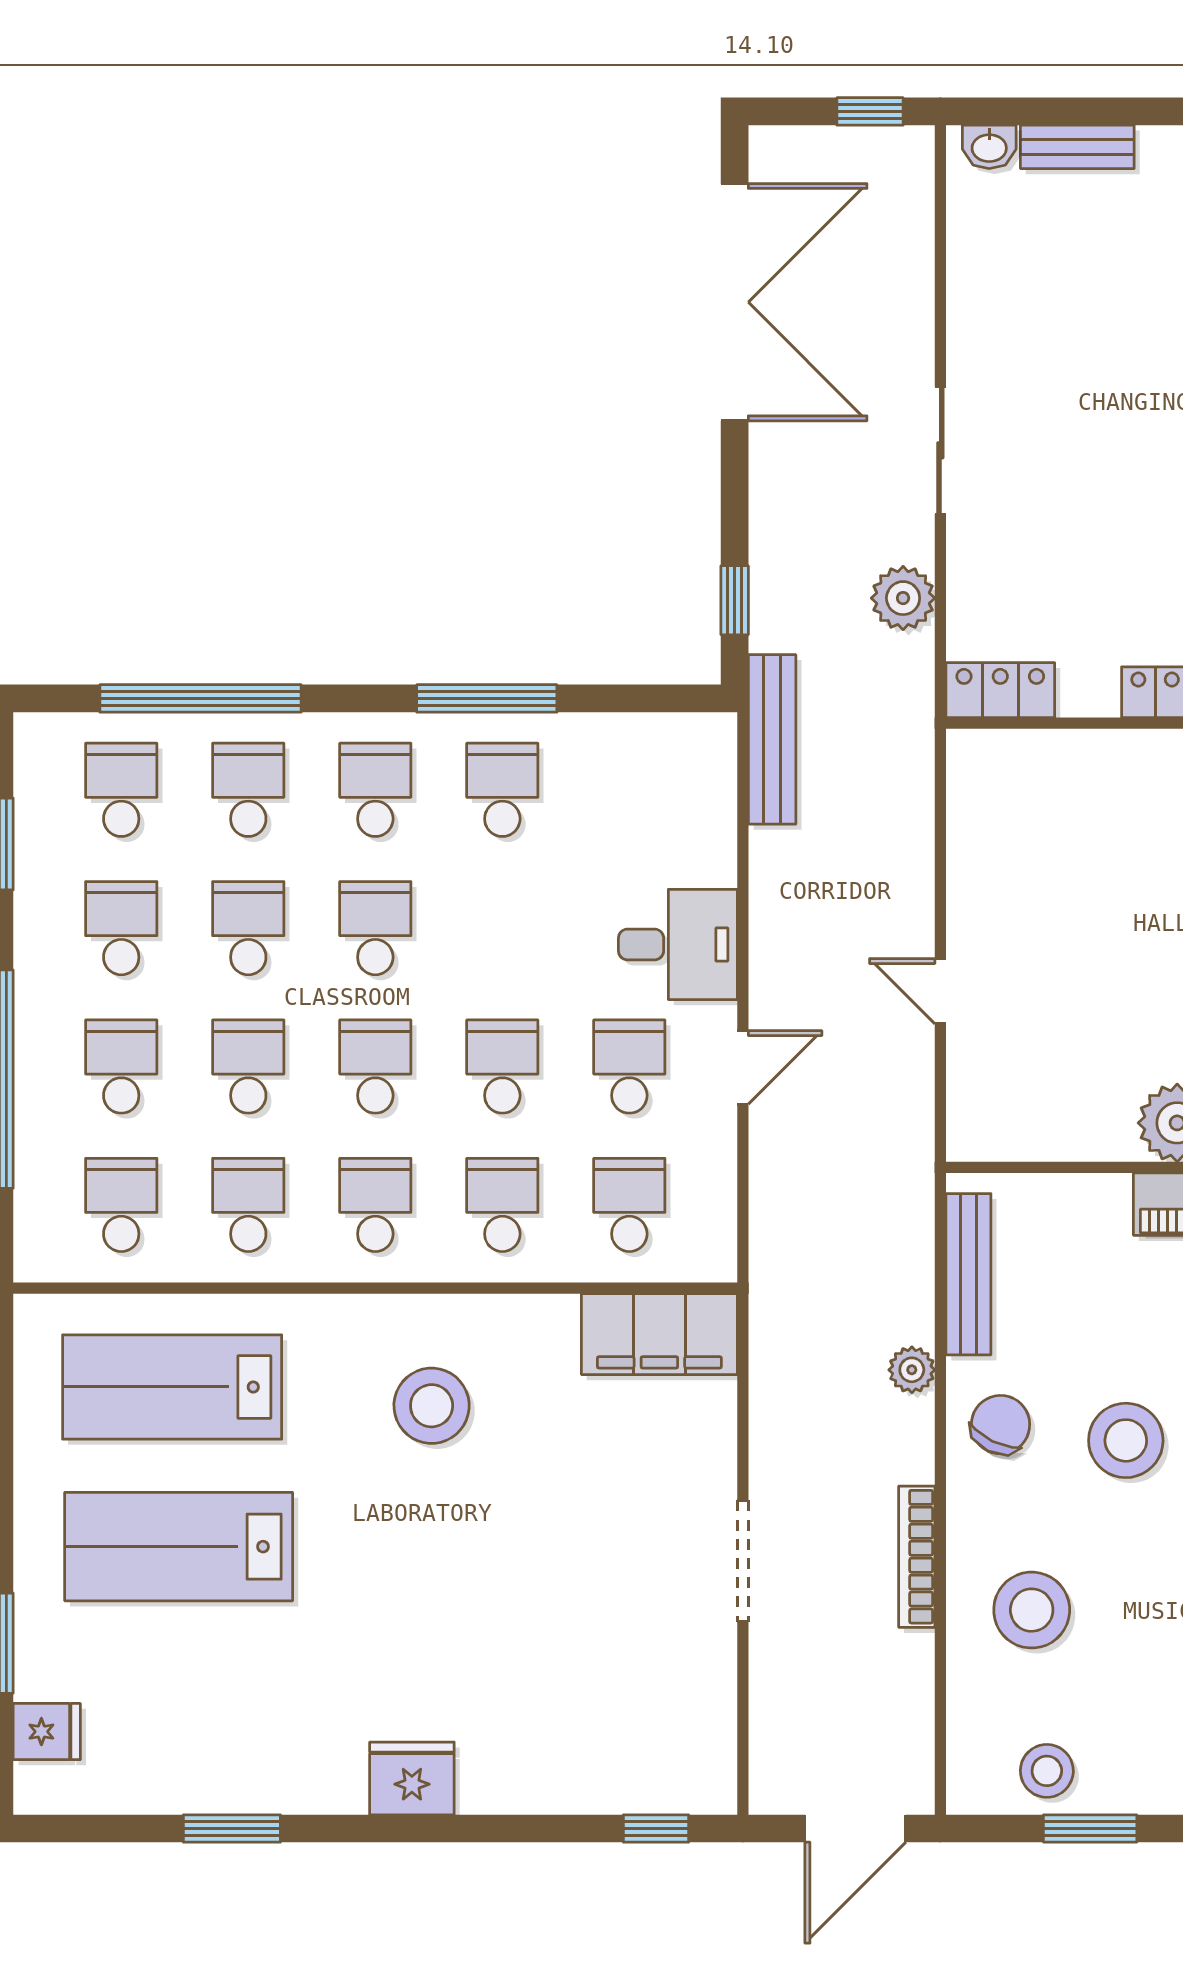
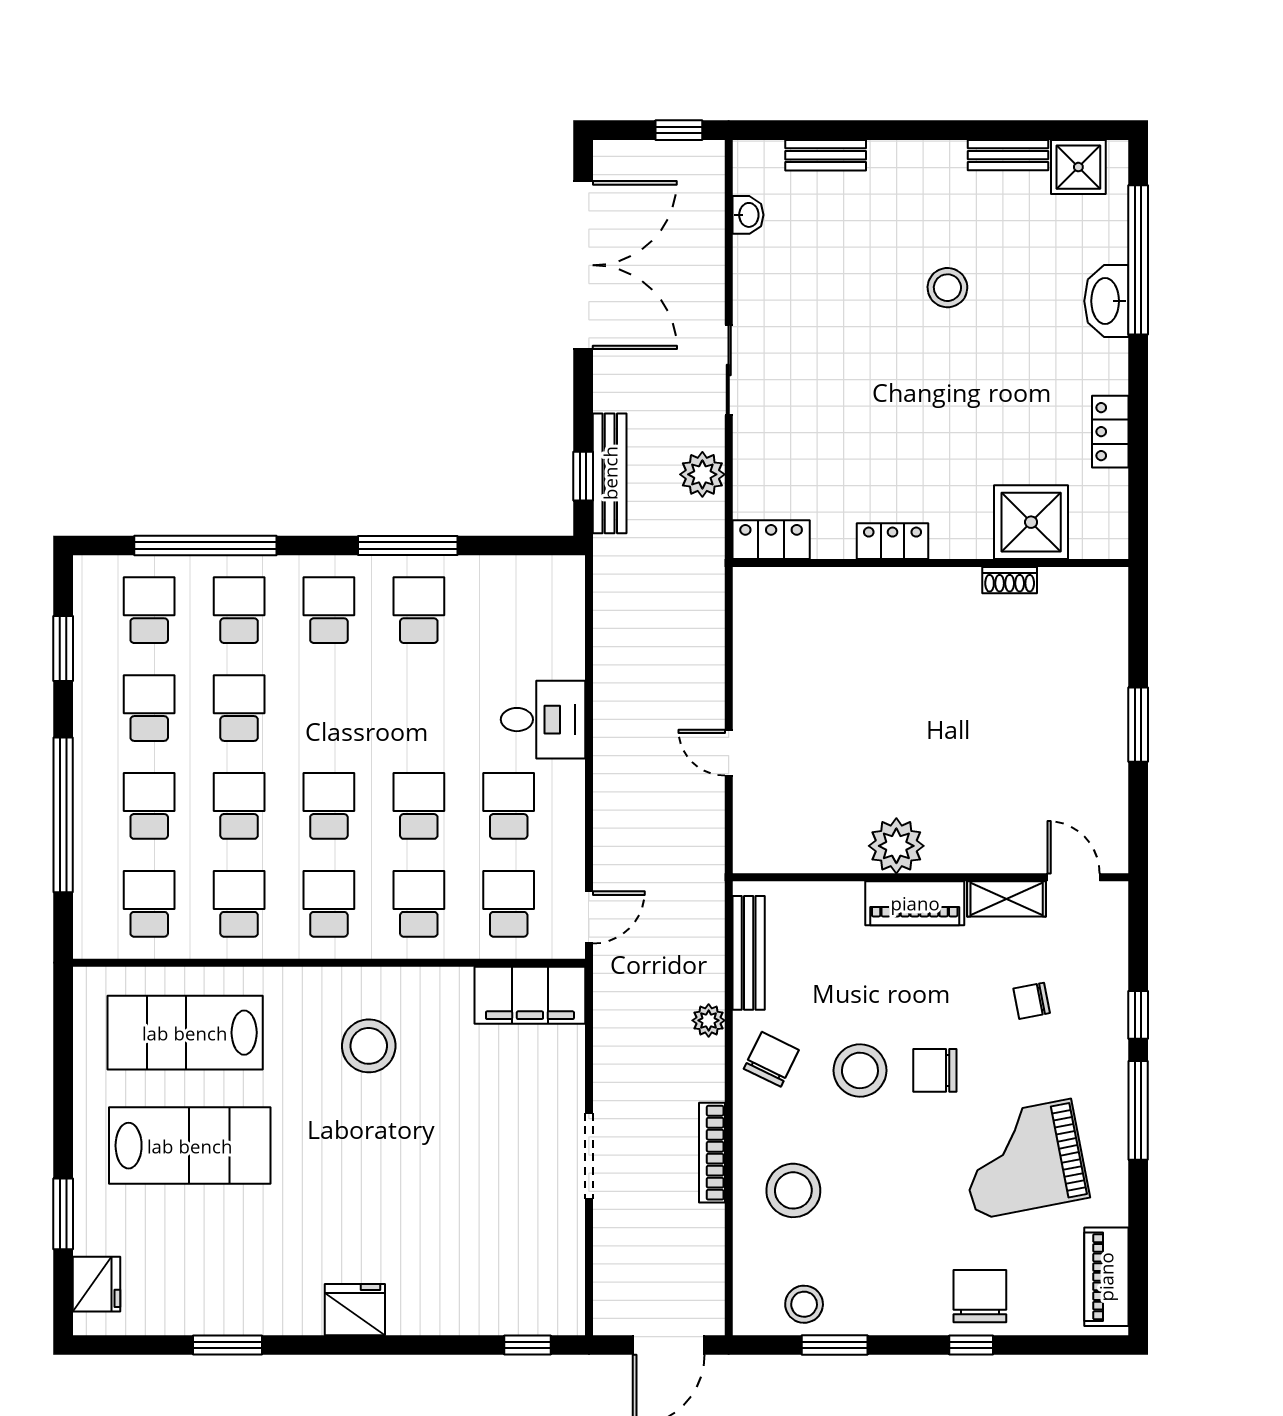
washbasin: (989, 147) -> (748, 215), moved, turned -90
bench: (772, 739) -> (610, 473), moved
school desk: (375, 928) -> (329, 708), removed
door: (743, 1067) -> (589, 917), moved
lab bench: (179, 1547) -> (190, 1146), turned 180
fridge: (47, 1732) -> (96, 1284), width x1.38

